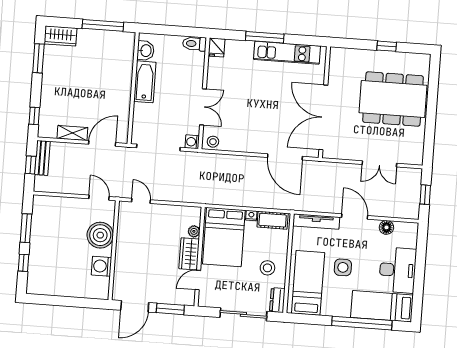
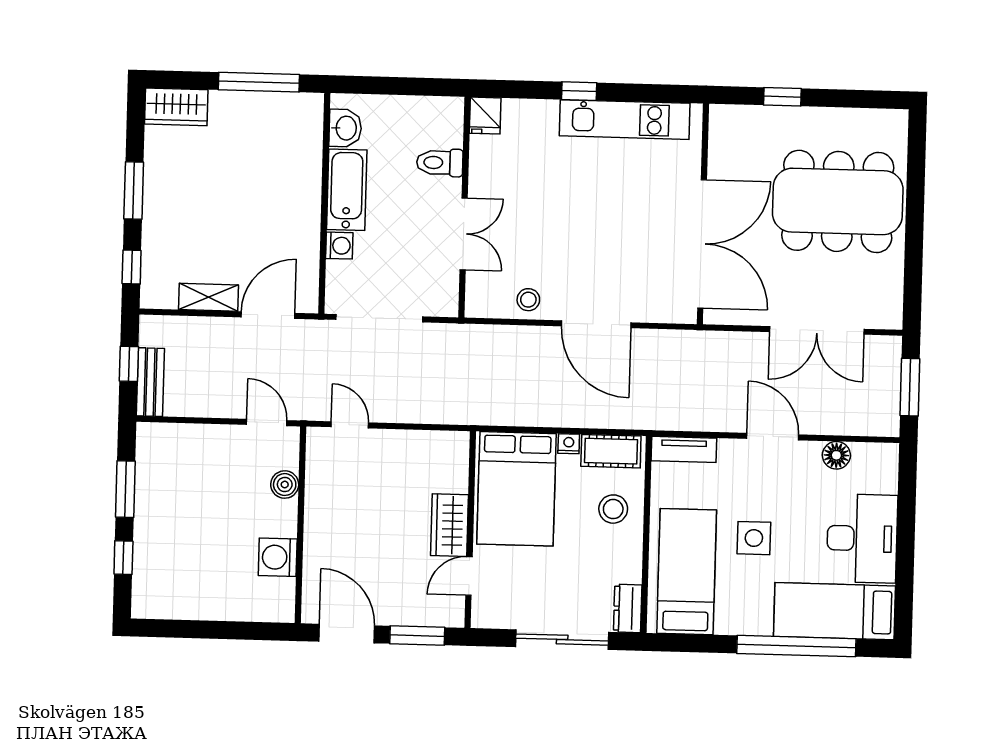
window: (265, 37) -> (579, 91), width x0.46
toilet: (194, 44) -> (440, 163), moved
window: (387, 46) -> (782, 97), moved
window: (38, 58) -> (134, 190), moved
double door: (323, 117) -> (702, 244), swing flipped
washing machine: (192, 142) -> (339, 246), moved, turned 180
stool: (213, 142) -> (528, 300), moved
door: (285, 157) -> (596, 324), moved
bench: (42, 158) -> (150, 382), moved
double door: (379, 164) -> (817, 330), width x1.37
window: (425, 195) -> (910, 387), width x1.50
tv unit: (316, 221) -> (684, 449), width x0.71
plant: (194, 231) -> (457, 480), removed
boiler: (100, 235) -> (285, 485), width x0.54, depth x0.54
stool: (267, 268) -> (613, 509), moved
door: (135, 306) -> (347, 634), swing flipped

